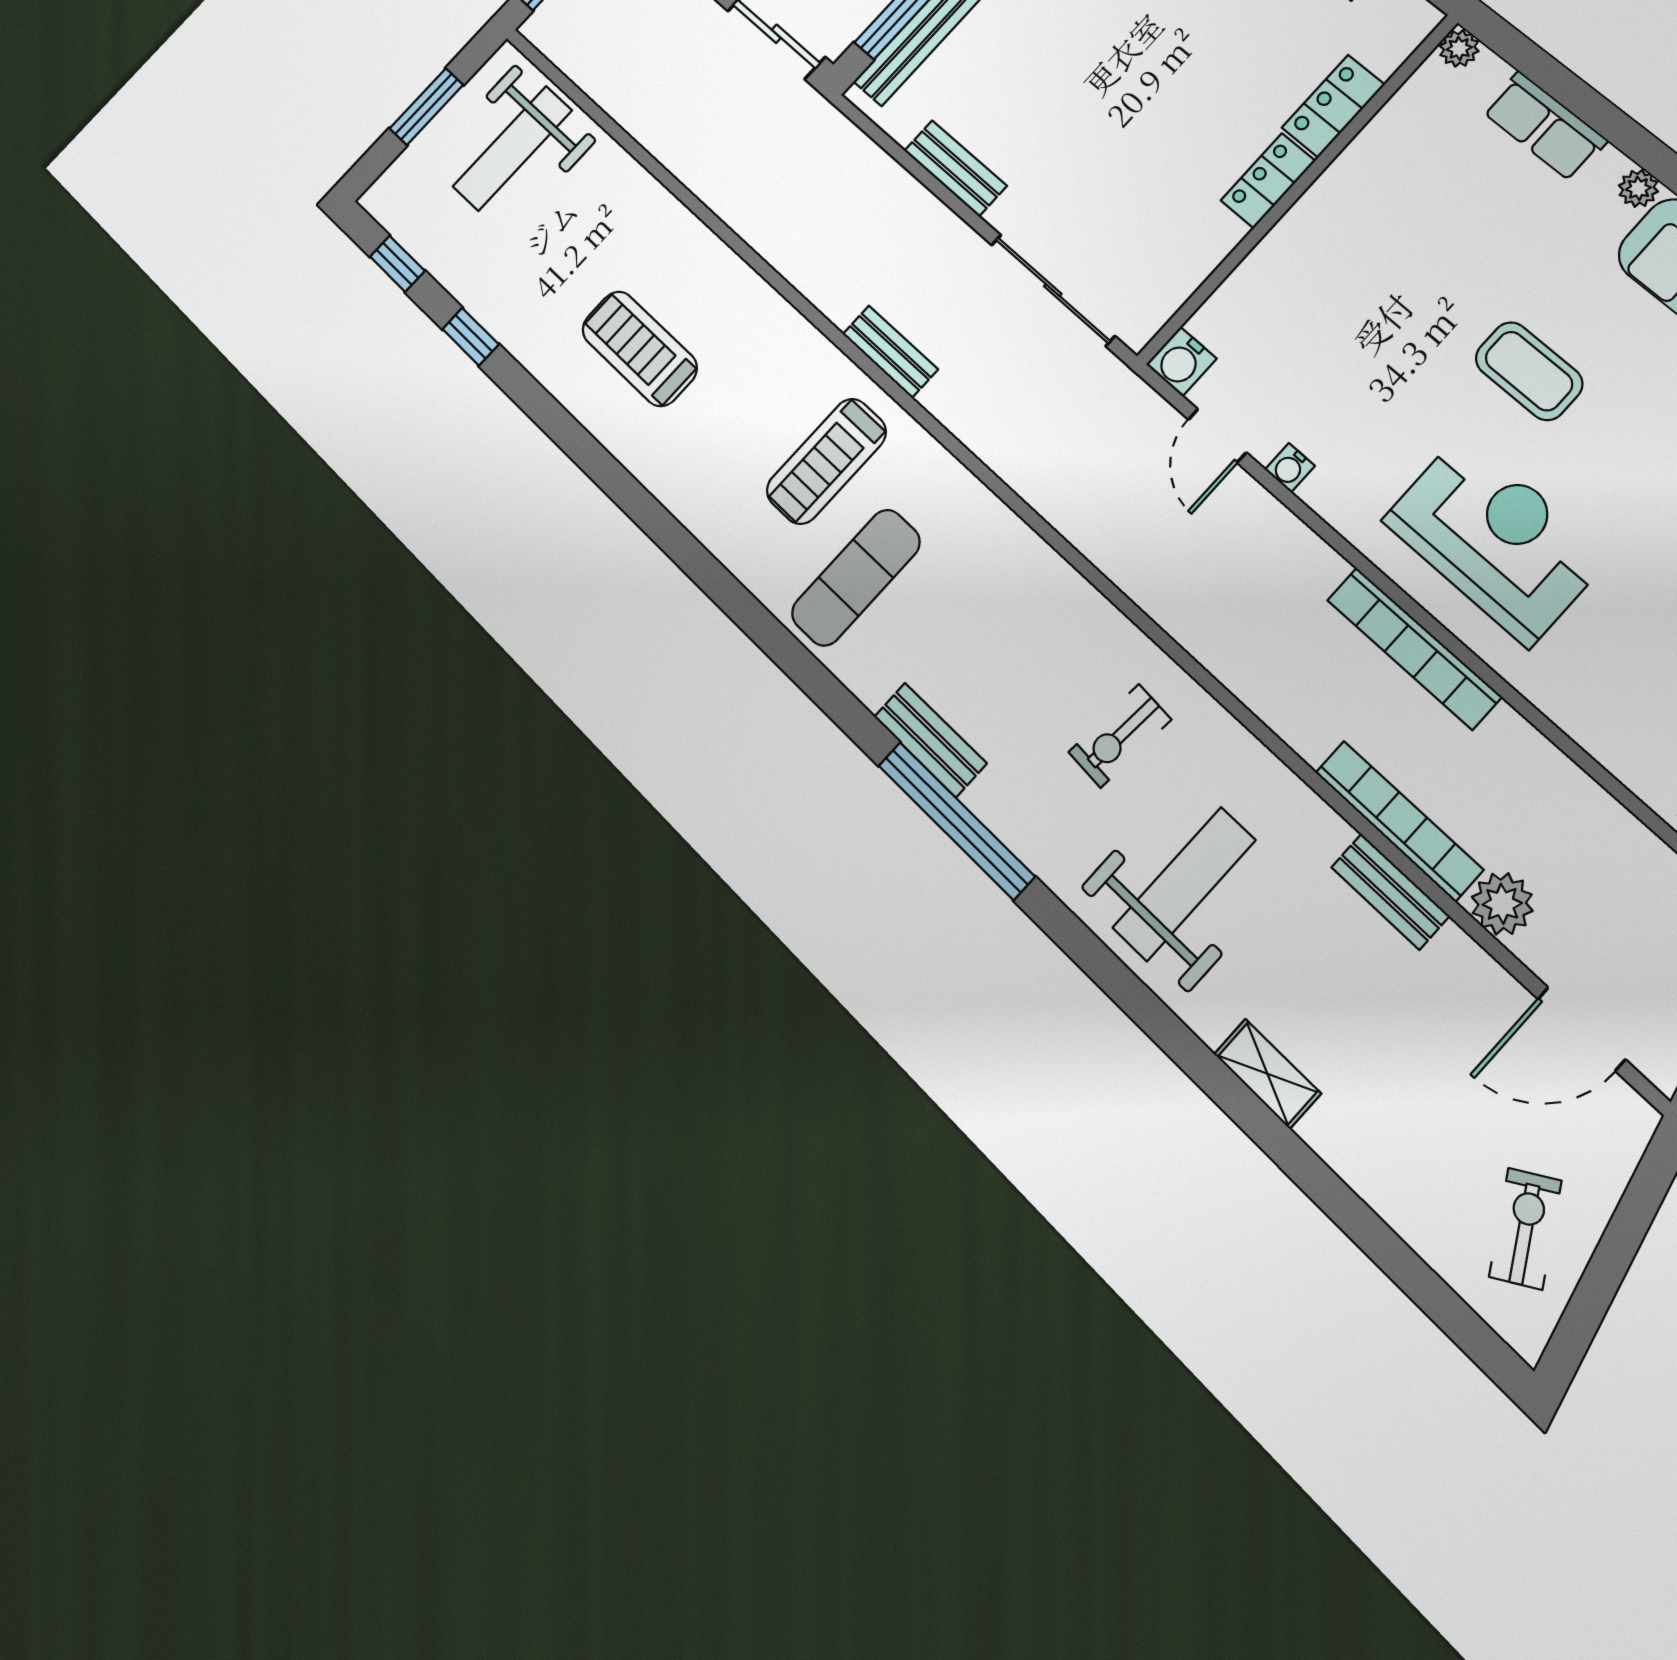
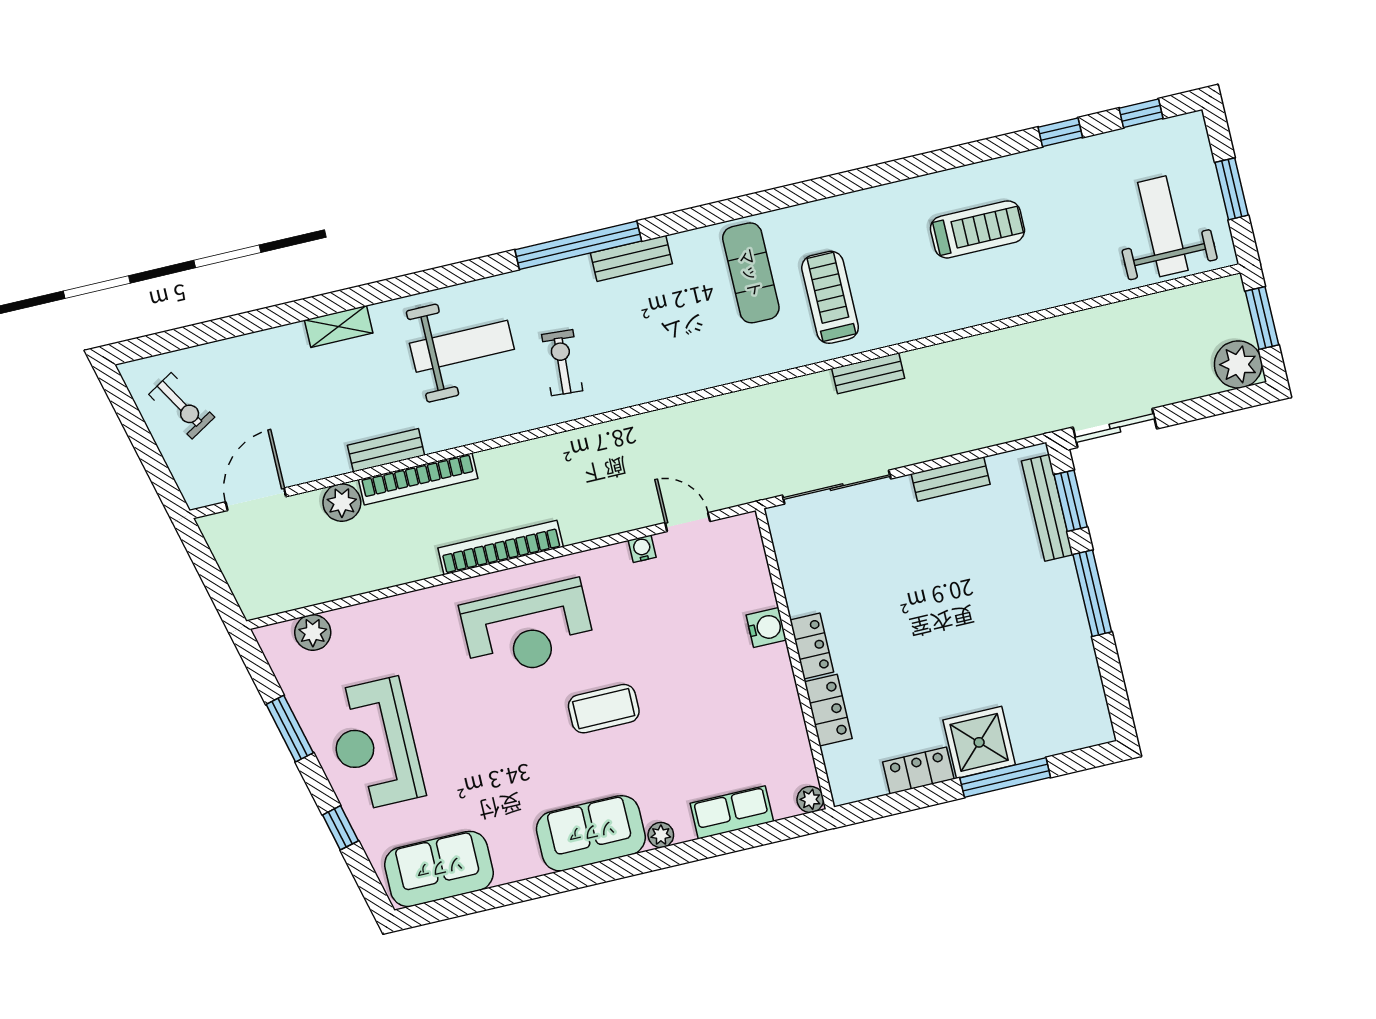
water cooler: (1181, 362) -> (766, 628), moved, turned 90
weight bench: (1184, 884) -> (462, 346), turned -90

